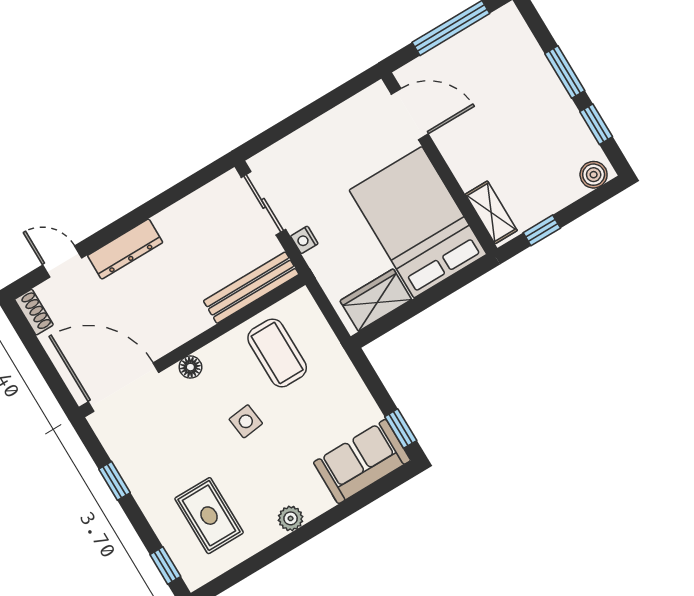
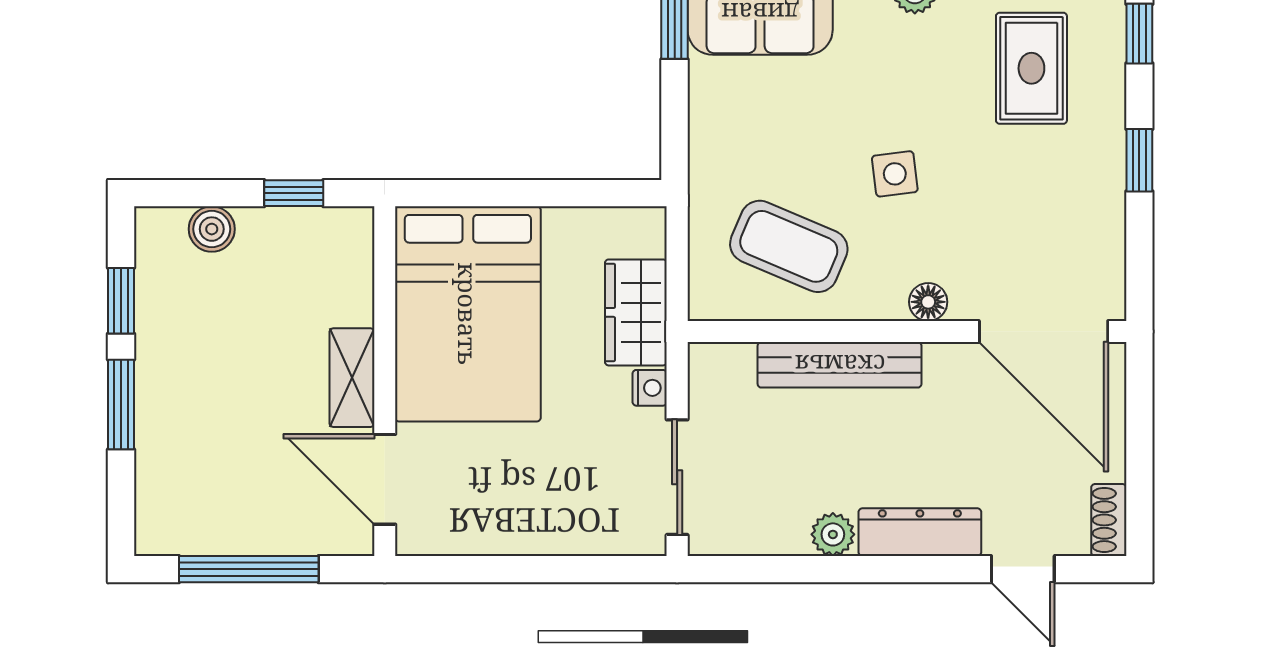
boiler: (594, 175) -> (212, 229), moved
shelving: (491, 212) -> (352, 378), moved
plant: (168, 222) -> (833, 534), added
bench: (251, 288) -> (840, 365), moved
wardrobe: (376, 300) -> (636, 312), moved, turned 90
coffee table: (277, 353) -> (789, 246), turned -67
window: (114, 481) -> (1139, 160), moved

